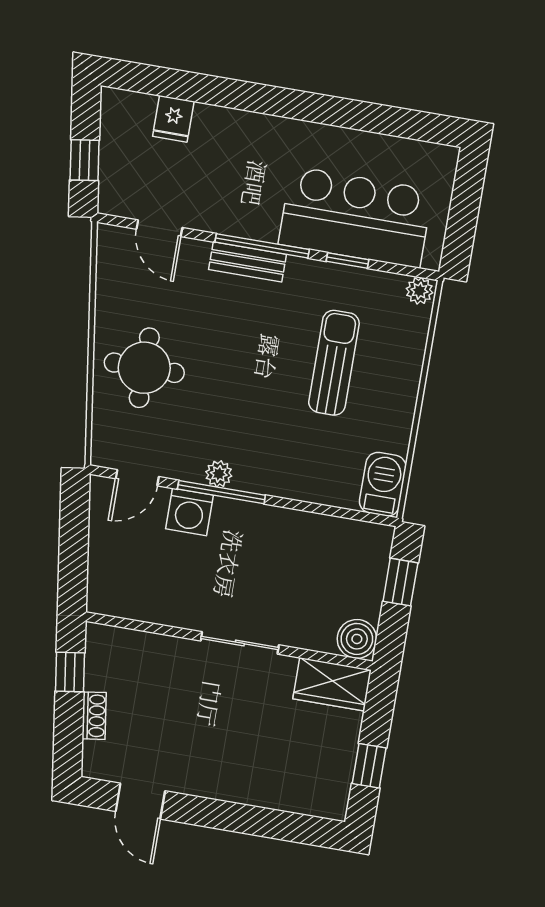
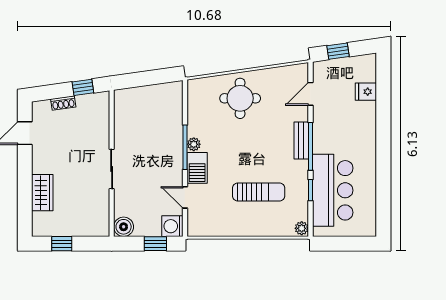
door: (137, 478) -> (185, 197), moved
barbecue: (383, 484) -> (197, 168), moved, turned 90
washing machine: (190, 512) -> (172, 226), moved
wardrobe: (332, 684) -> (42, 193), moved, turned 180

